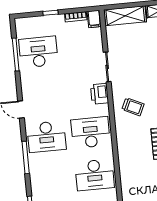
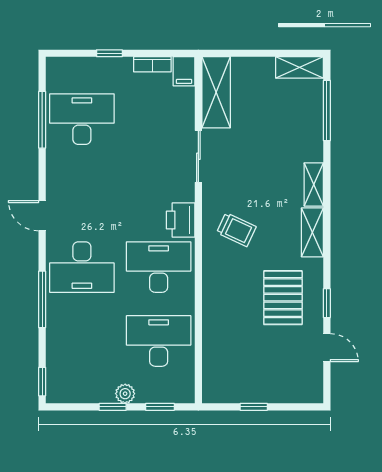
shelving: (125, 16) -> (216, 92), moved, turned 90
printer: (100, 94) -> (181, 220), moved
desk: (95, 175) -> (159, 341), turned 180

